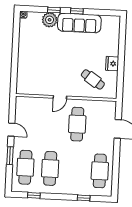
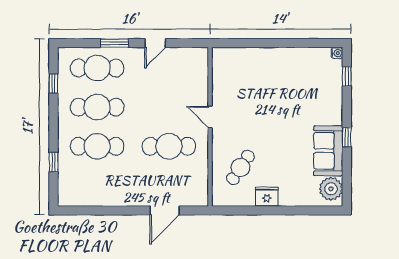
window: (54, 10) -> (347, 76), moved
plant: (50, 20) -> (331, 189), moved
sofa: (79, 23) -> (328, 151), width x0.73
cafe table: (100, 171) -> (97, 146), moved

